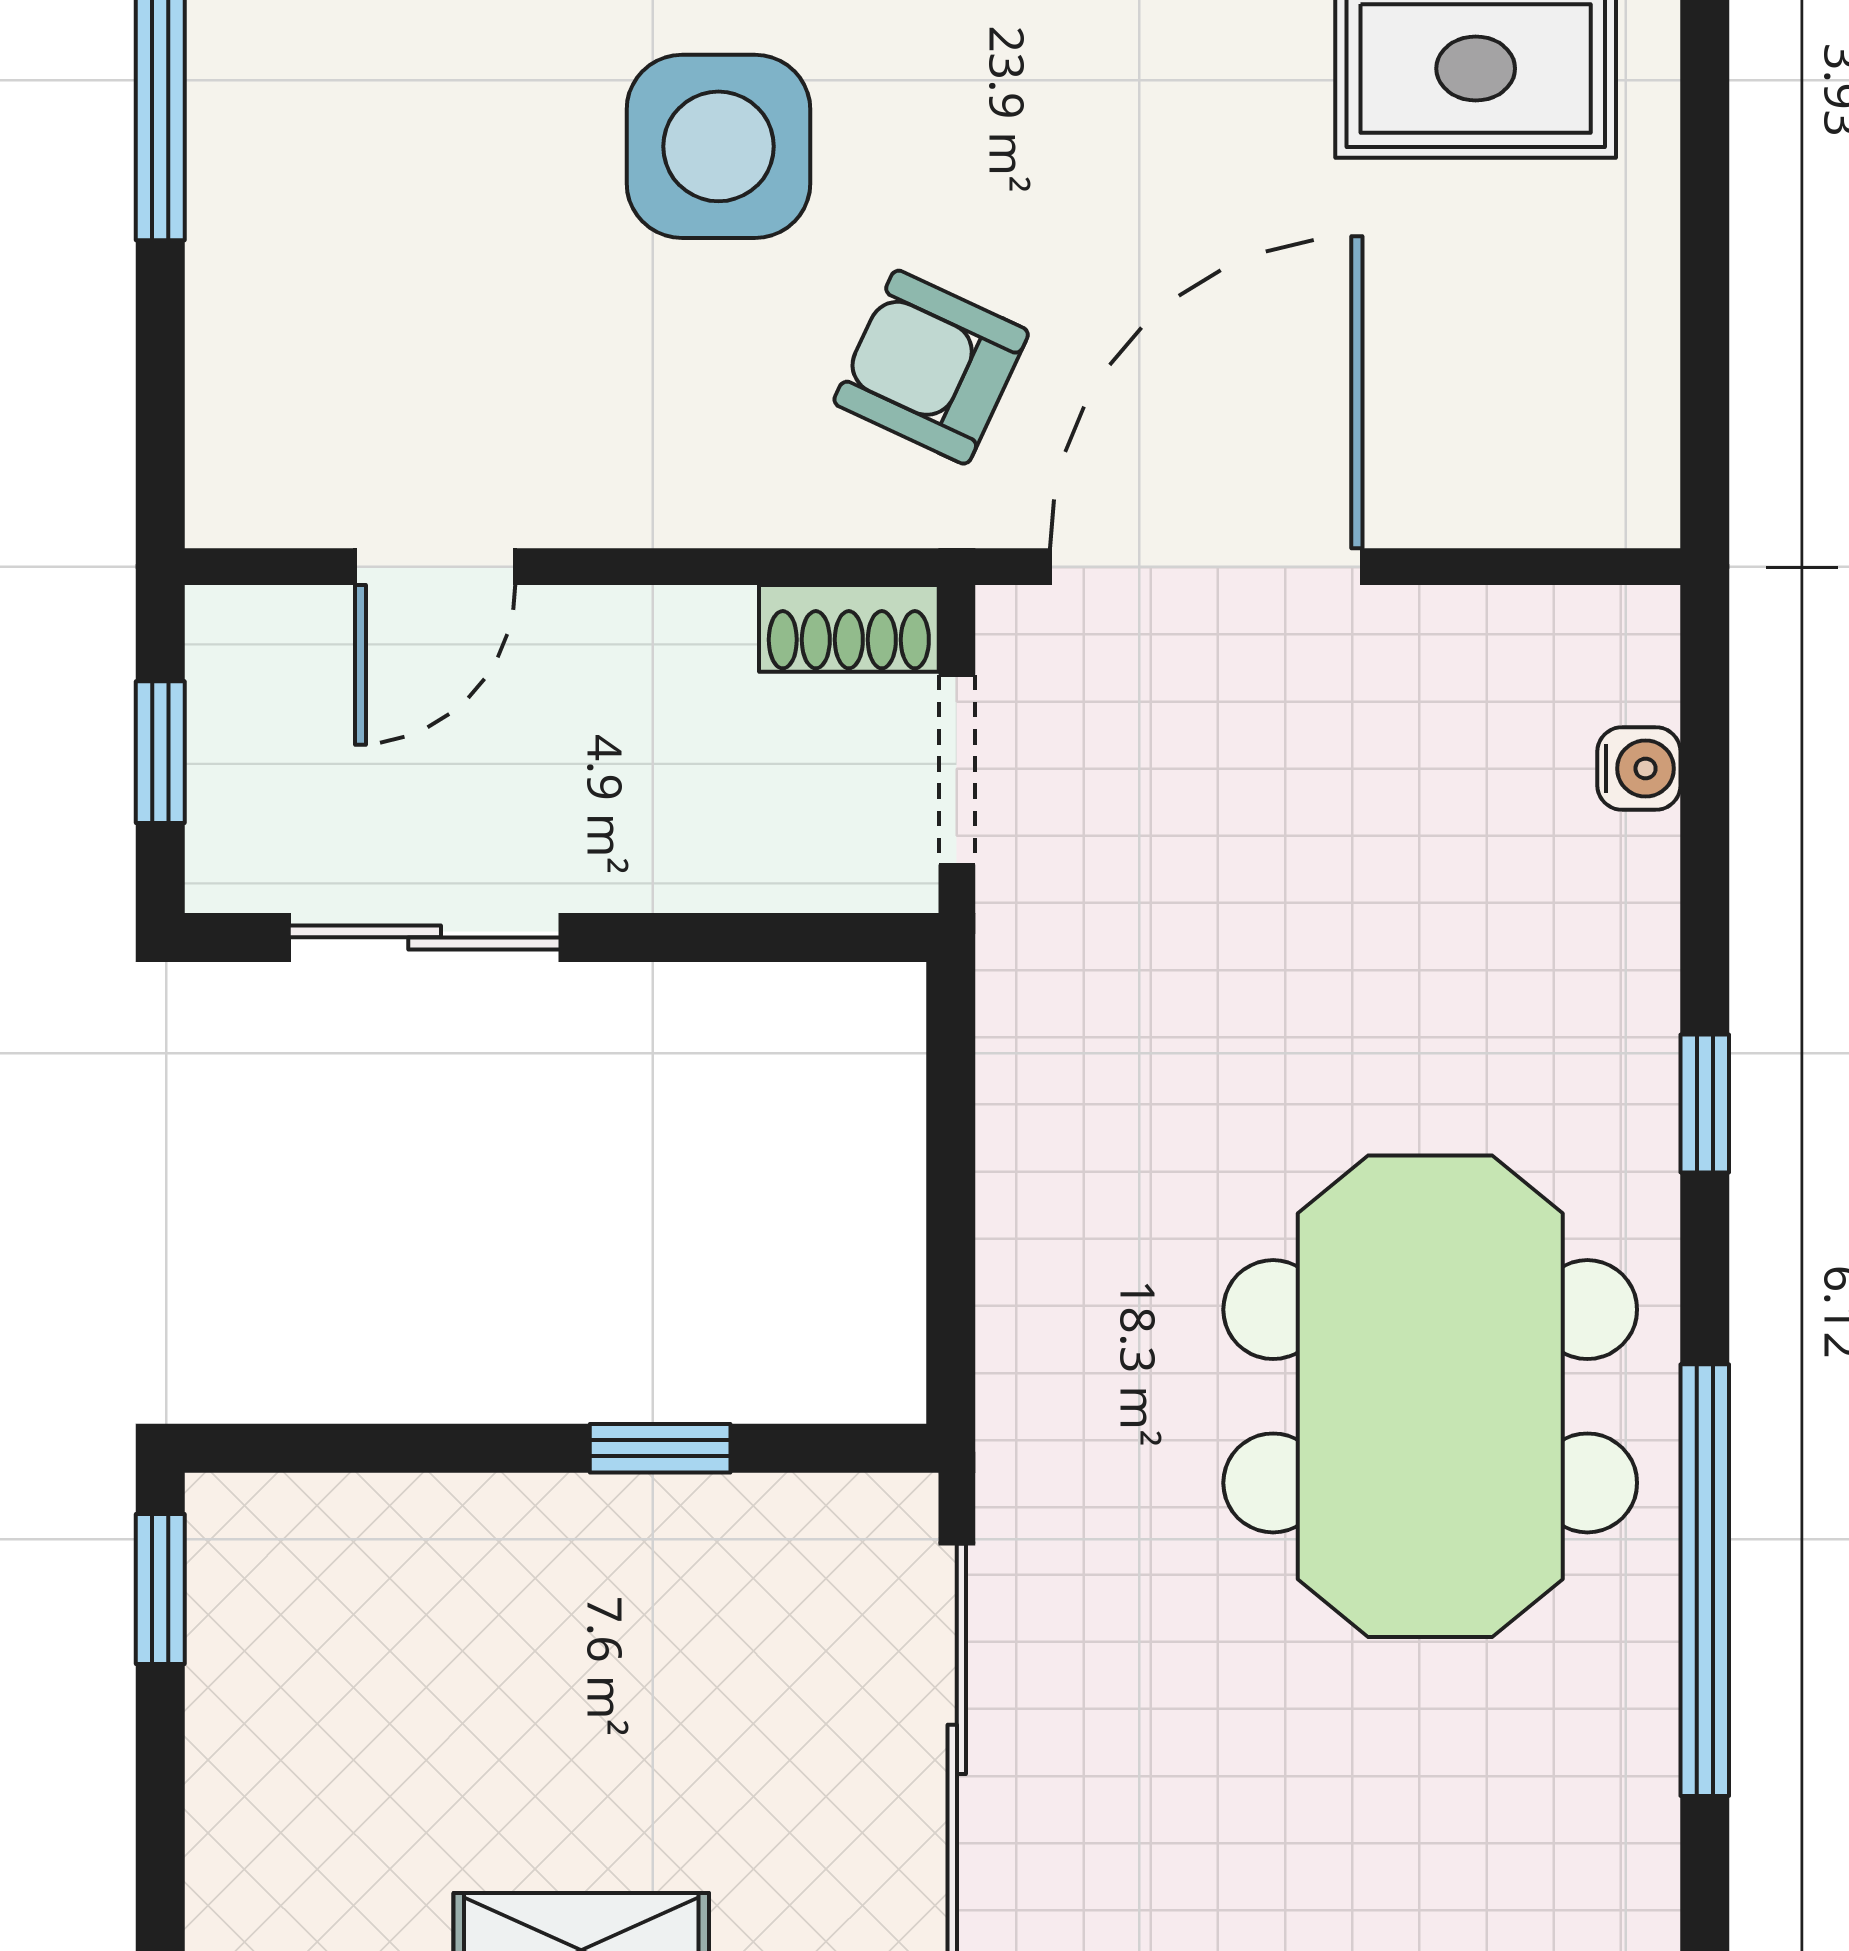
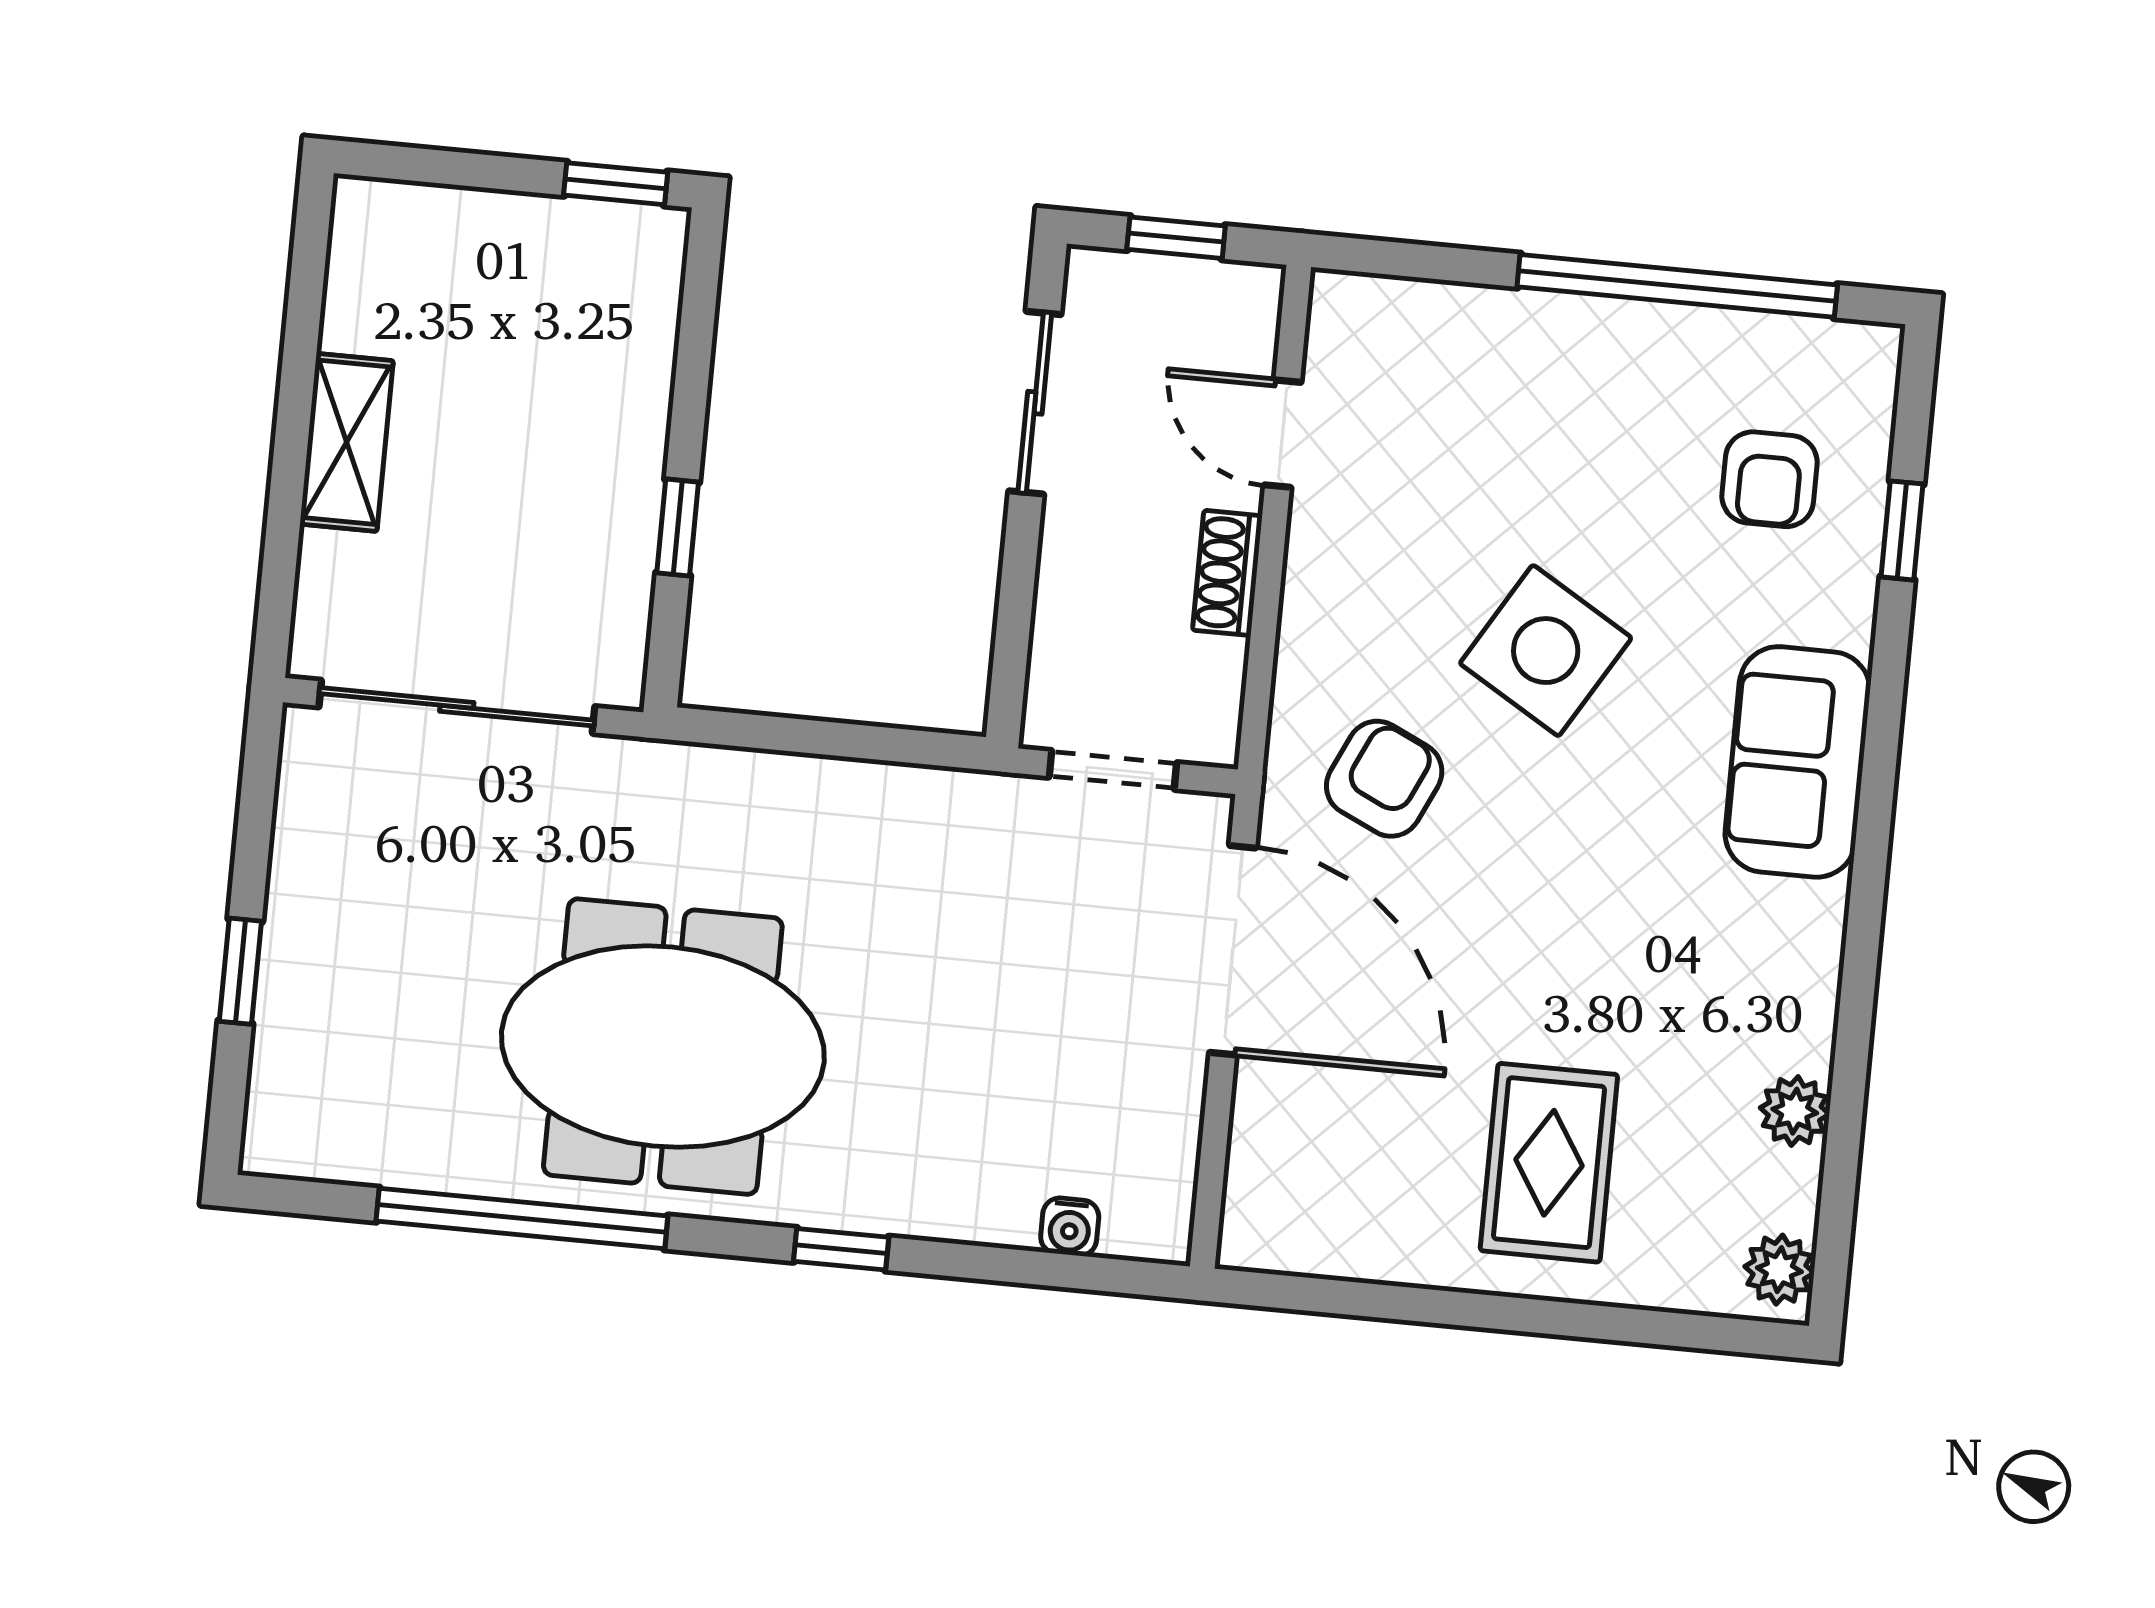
side table: (718, 146) -> (1546, 651), turned 31
shoe rack: (849, 628) -> (1227, 573), moved

